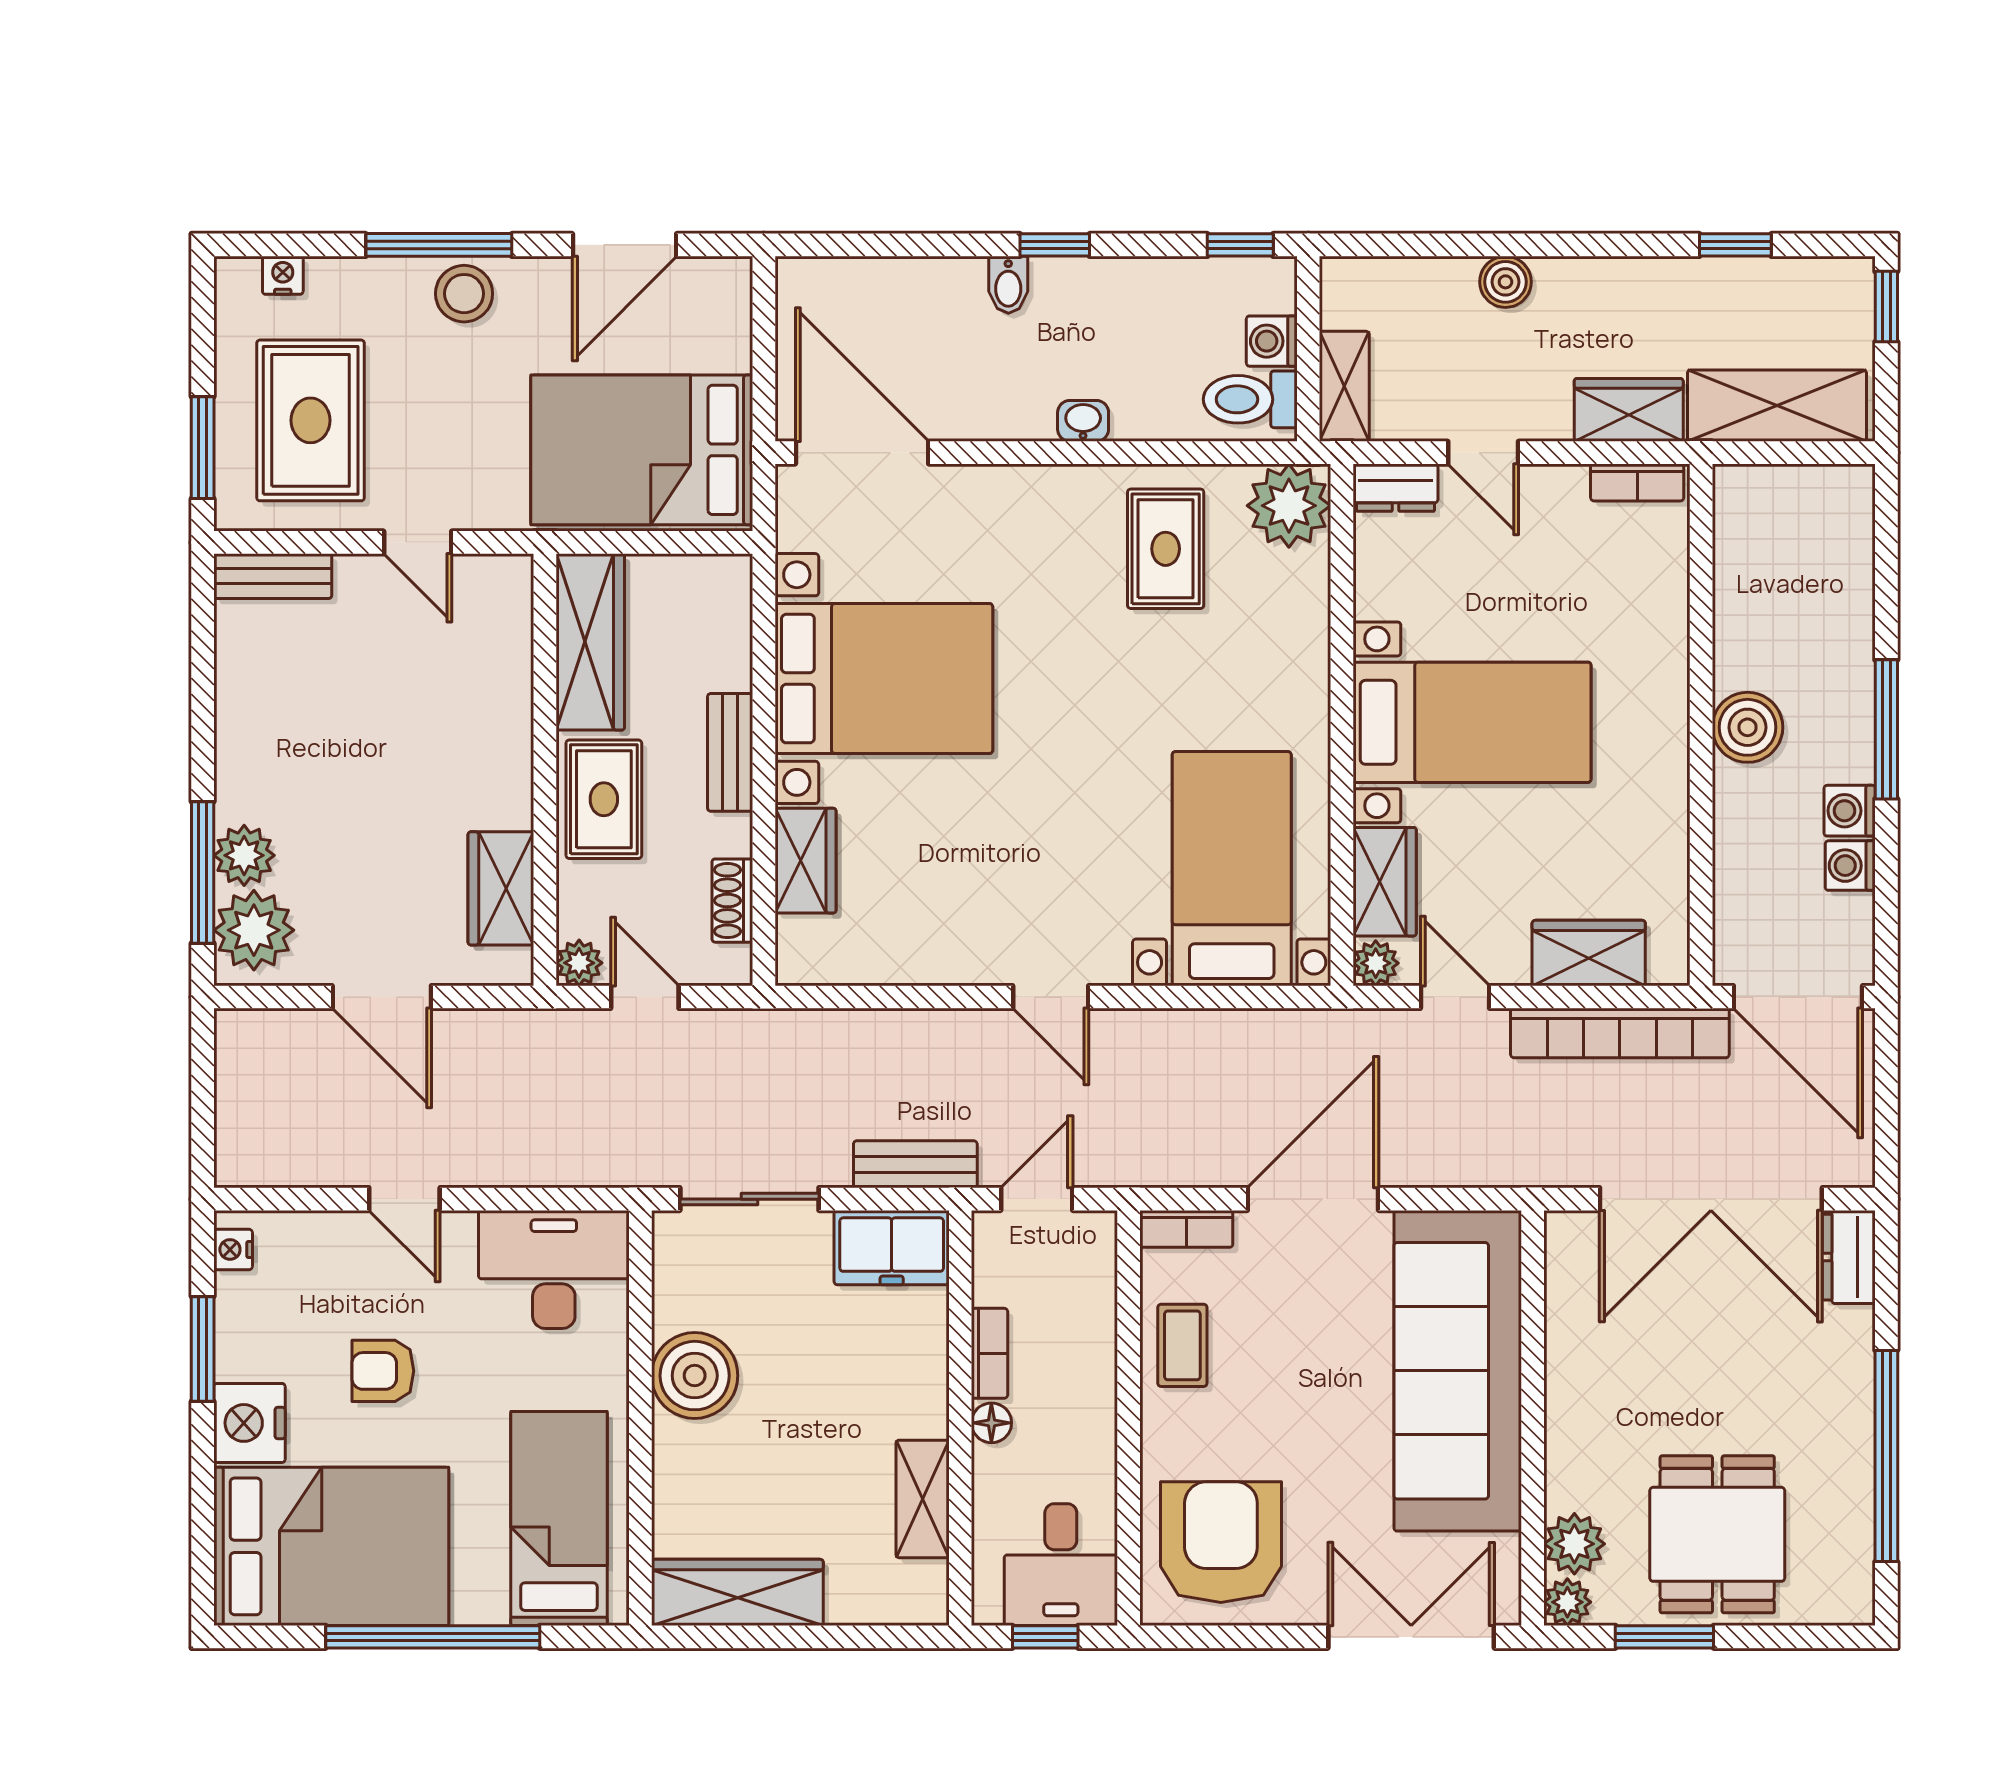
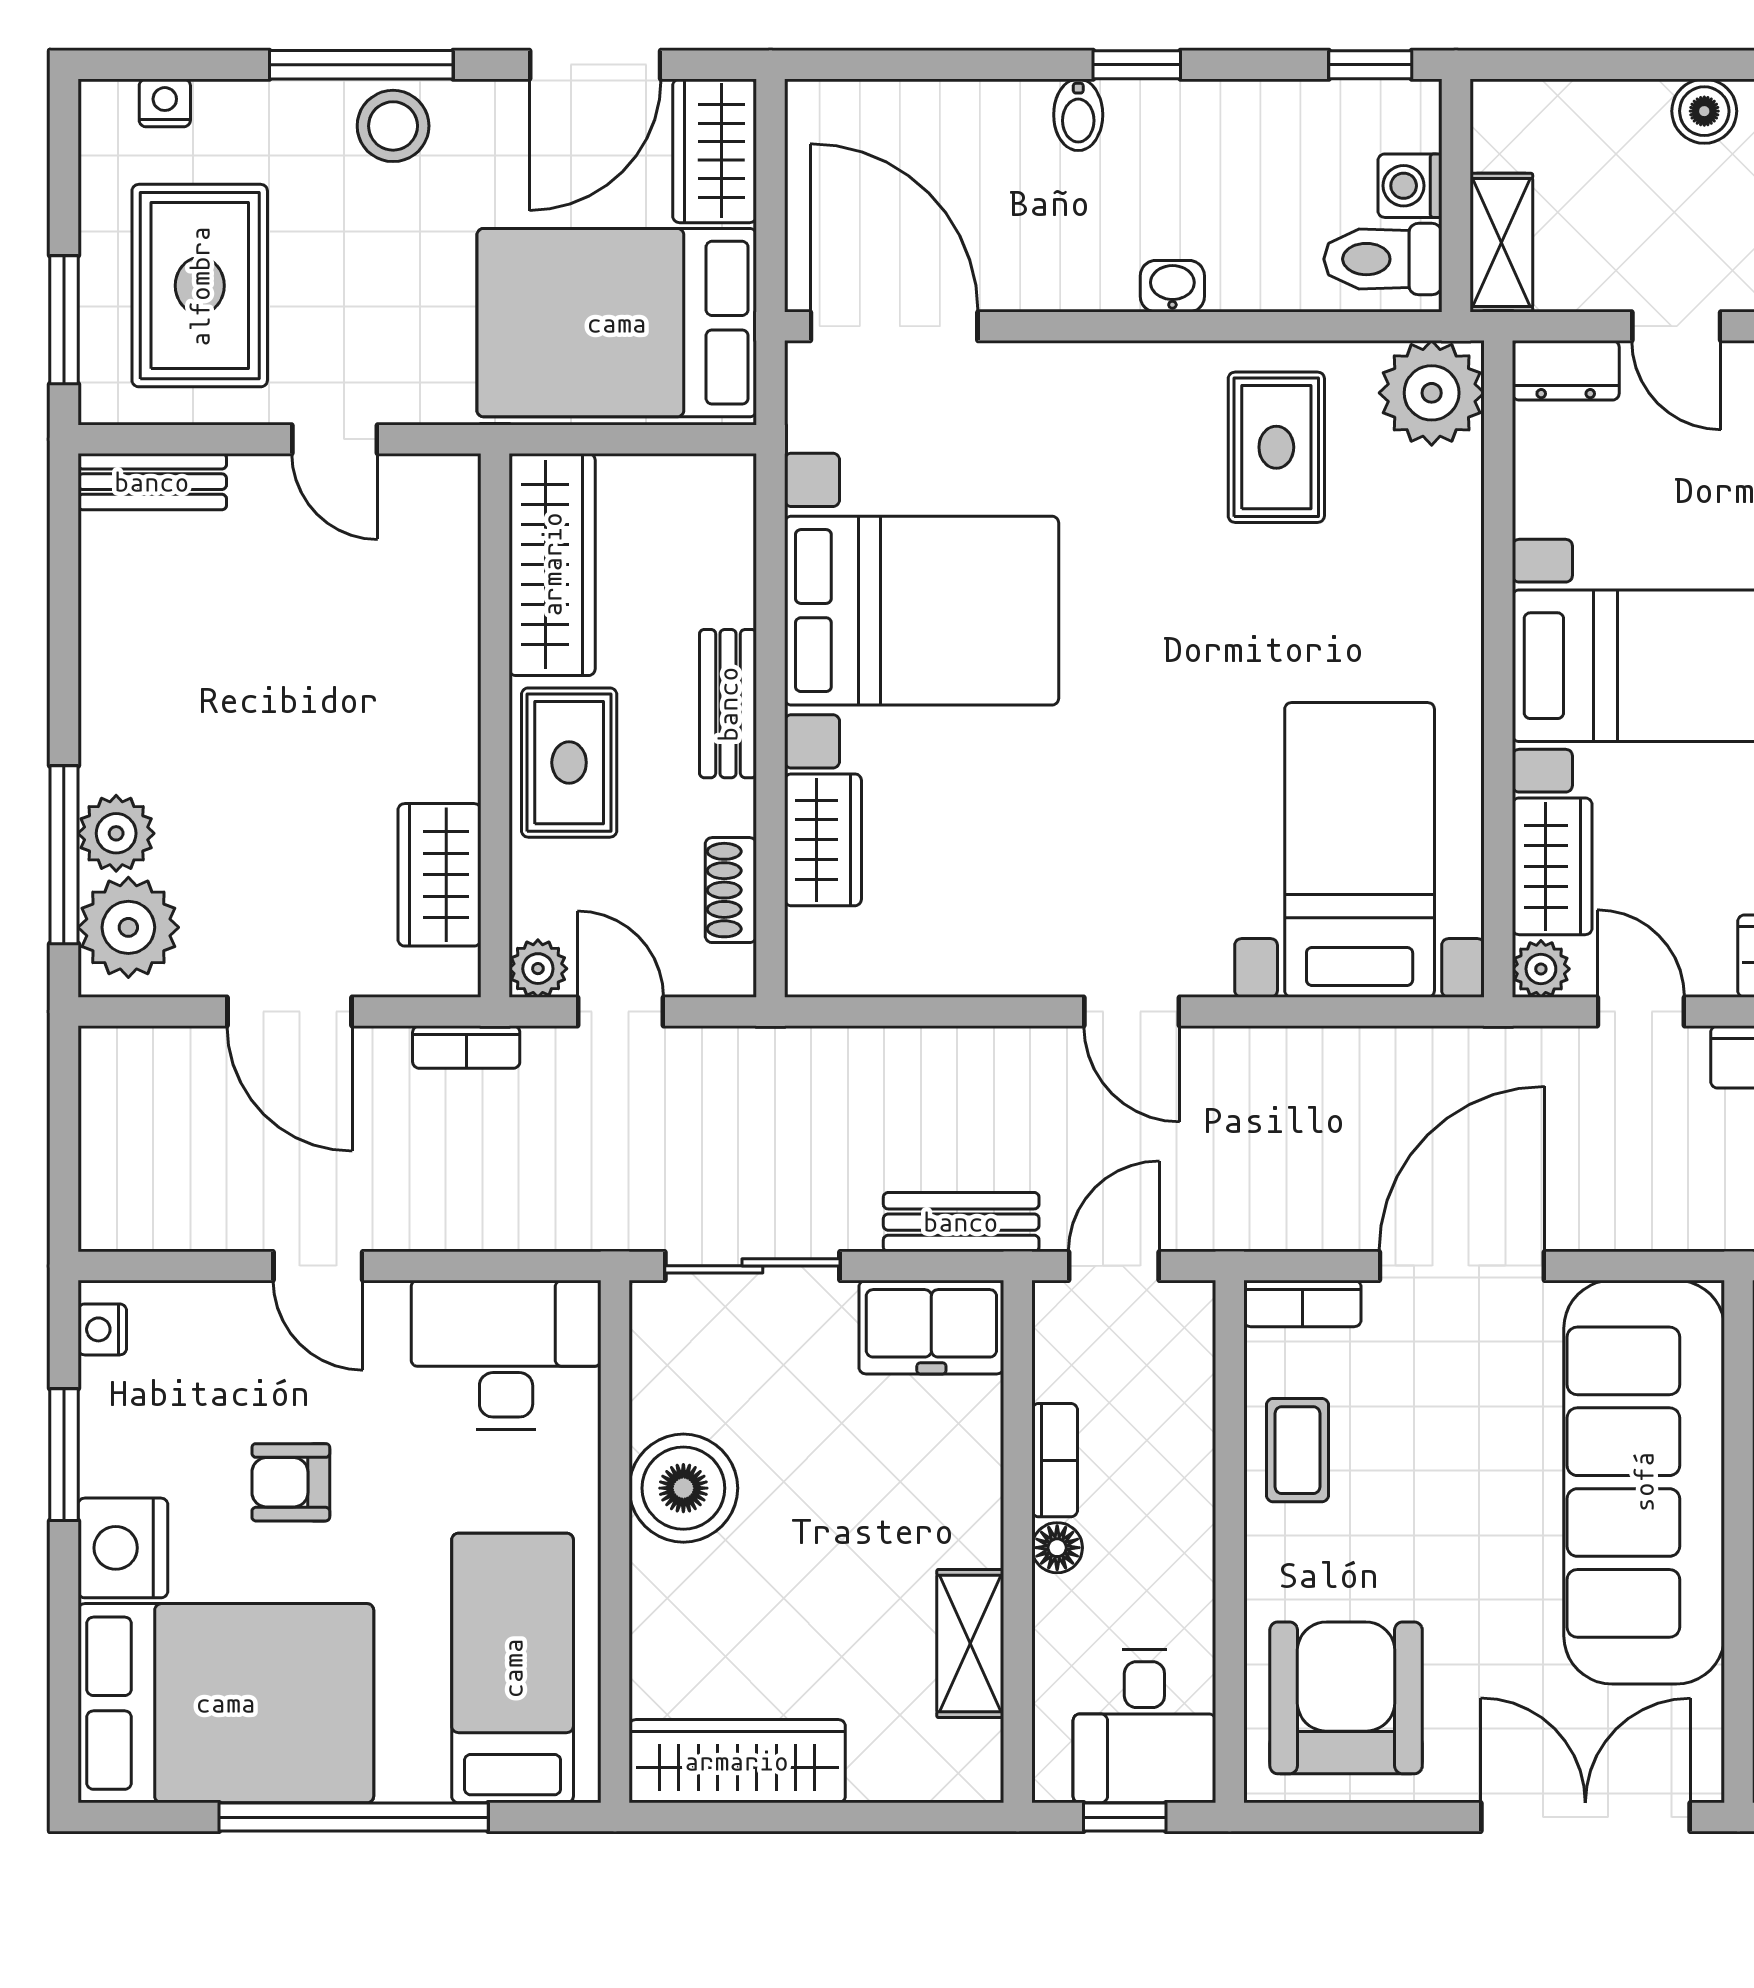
wardrobe: (719, 313) -> (715, 151), added
bookcase: (522, 1025) -> (466, 1047), added

